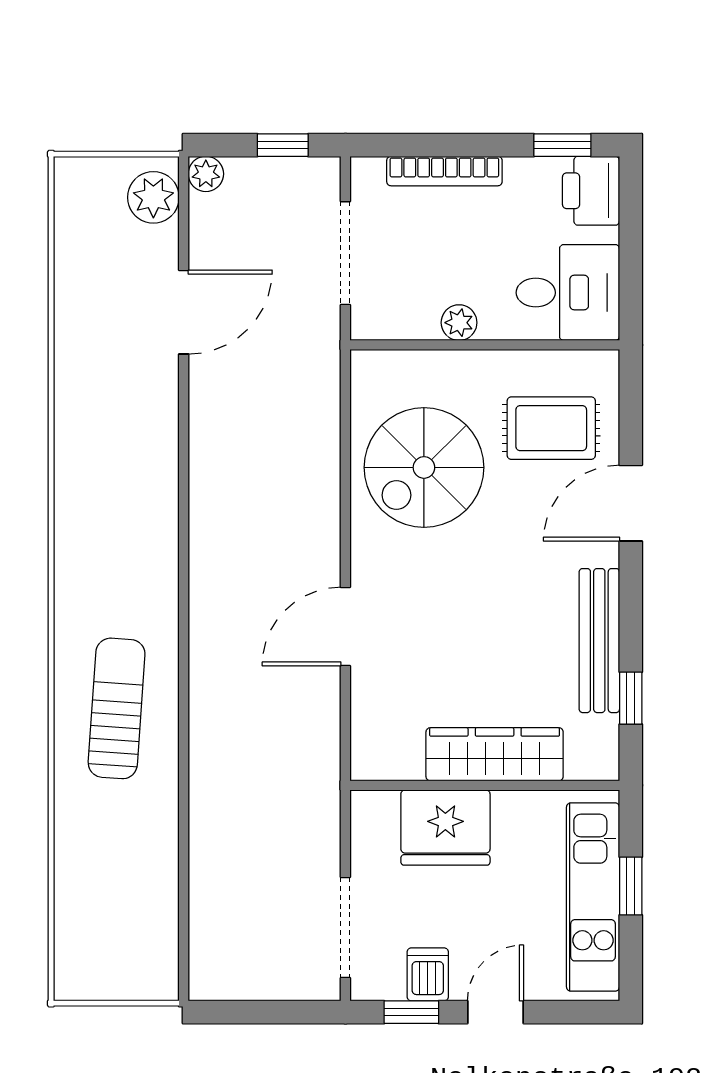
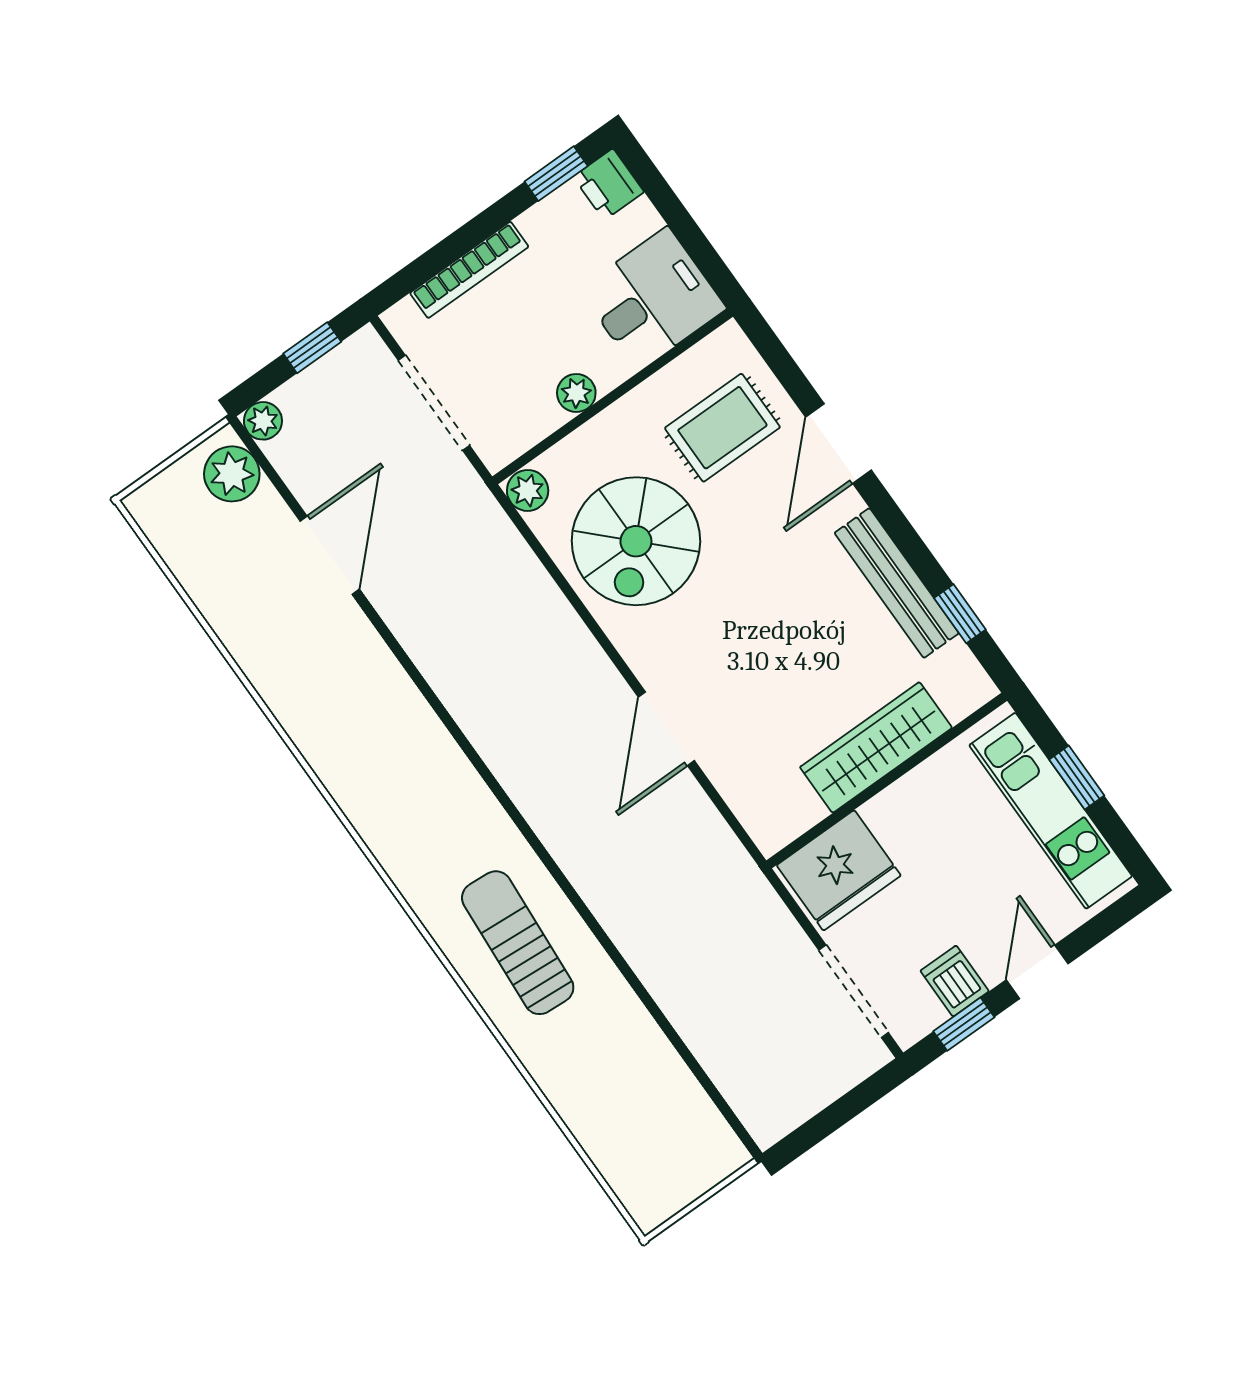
printer: (591, 191) -> (609, 184), width x0.73, depth x0.81
plant: (369, 370) -> (528, 490), added
fridge: (445, 827) -> (839, 870), moved

